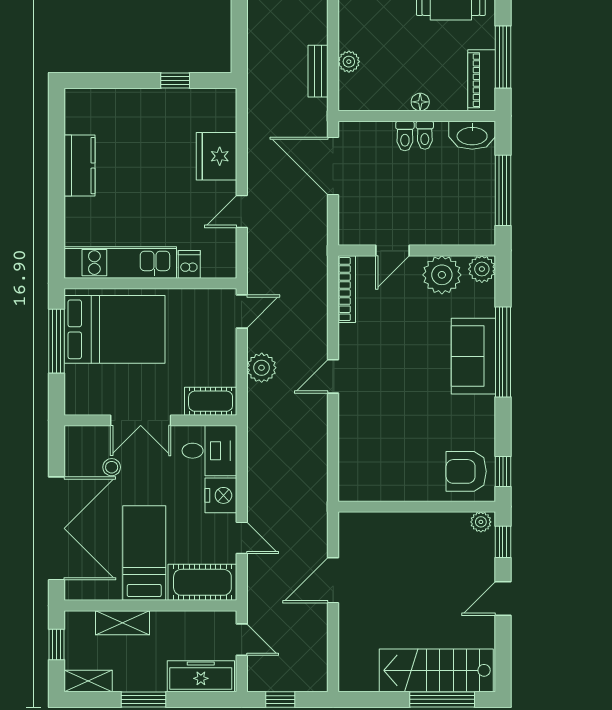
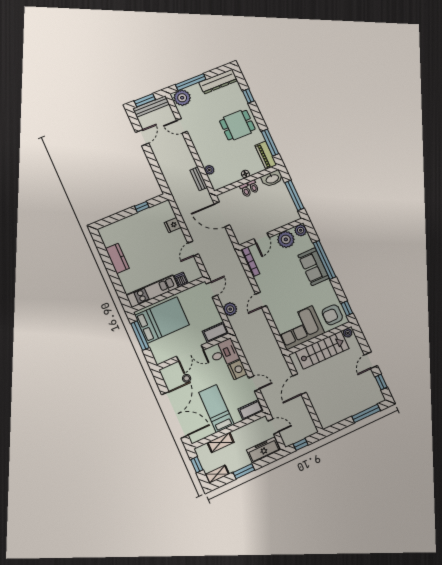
fridge: (216, 156) -> (173, 225), width x0.53, depth x0.75
corner sofa: (386, 468) -> (299, 328), added
window: (503, 542) -> (381, 382), moved
cot: (202, 582) -> (251, 410), width x0.73, depth x0.75
stairs: (436, 670) -> (322, 350), moved, turned 180

